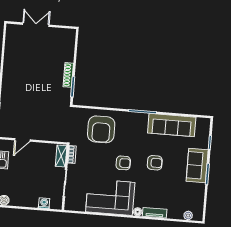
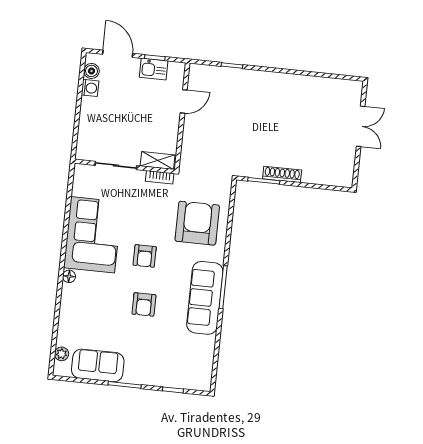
sofa: (172, 125) -> (205, 298), moved
armchair: (101, 129) -> (197, 223), turned 90
door: (22, 140) -> (184, 101), swing flipped
sofa: (197, 165) -> (98, 365), moved
washing machine: (44, 203) -> (90, 88), moved
tv unit: (155, 213) -> (67, 302), removed

